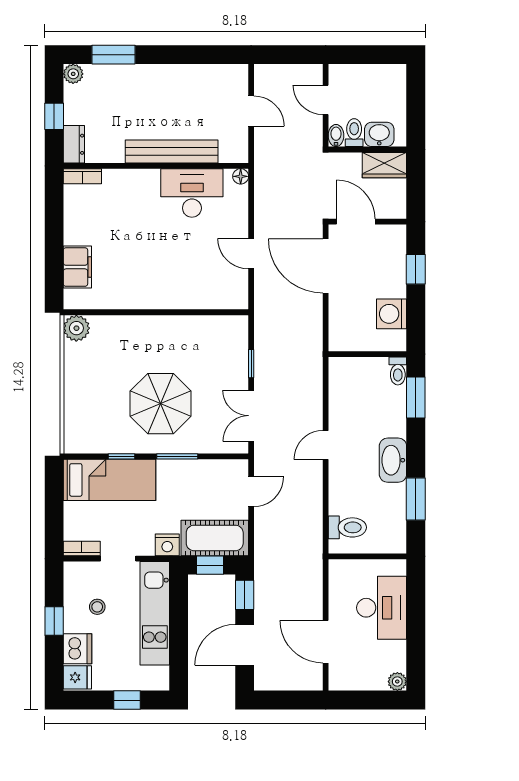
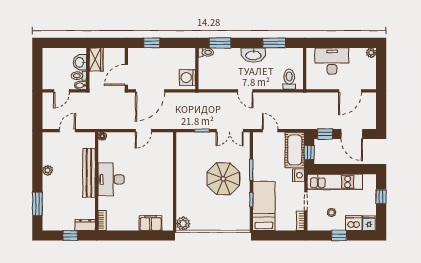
plant: (73, 74) -> (48, 170), moved
desk: (192, 193) -> (111, 179), moved
washing machine: (392, 314) -> (187, 78), moved, turned 90

